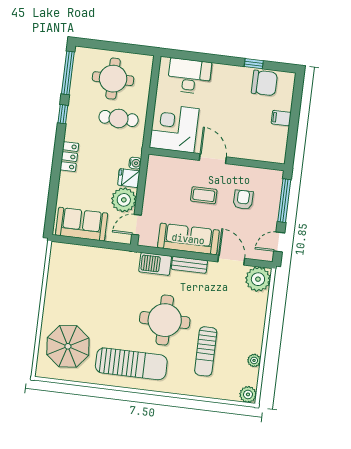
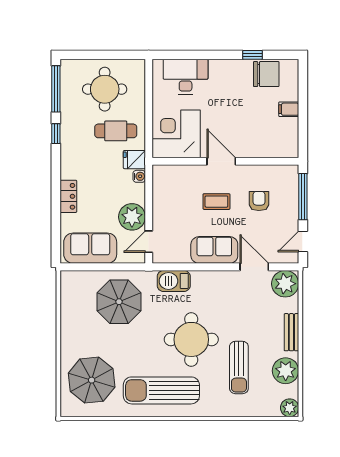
locker: (69, 157) -> (68, 196), moved
fridge: (129, 178) -> (134, 160), moved
sofa: (188, 239) -> (214, 250), width x0.73
bench: (189, 265) -> (291, 332), moved, turned 90
parasol: (102, 277) -> (119, 302), added
plant: (254, 360) -> (286, 371), width x1.88, depth x1.88
sun lounger: (131, 364) -> (161, 390), turned 180

